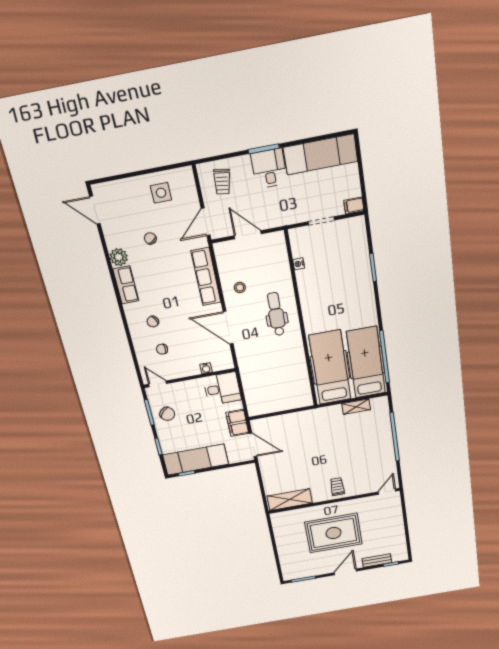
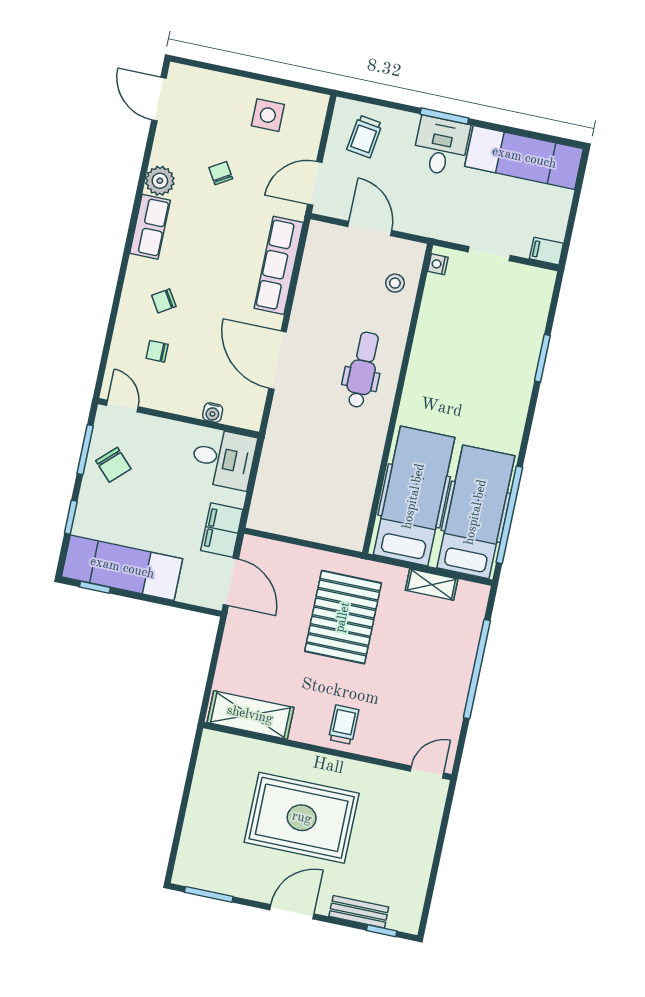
nightstand: (299, 264) -> (438, 264), moved
stool: (240, 288) -> (395, 283), moved
pallet: (317, 439) -> (343, 617), added

